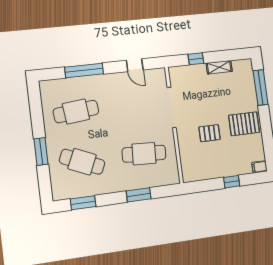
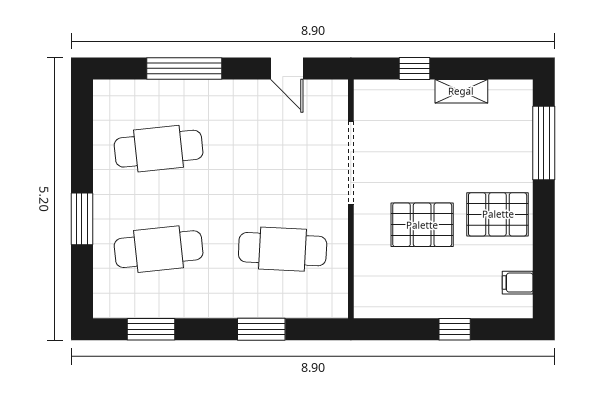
pallet: (210, 133) -> (422, 225), width x1.50, depth x1.42
cafe table: (82, 162) -> (159, 249), turned -30
filing cabinet: (260, 167) -> (518, 283), moved

